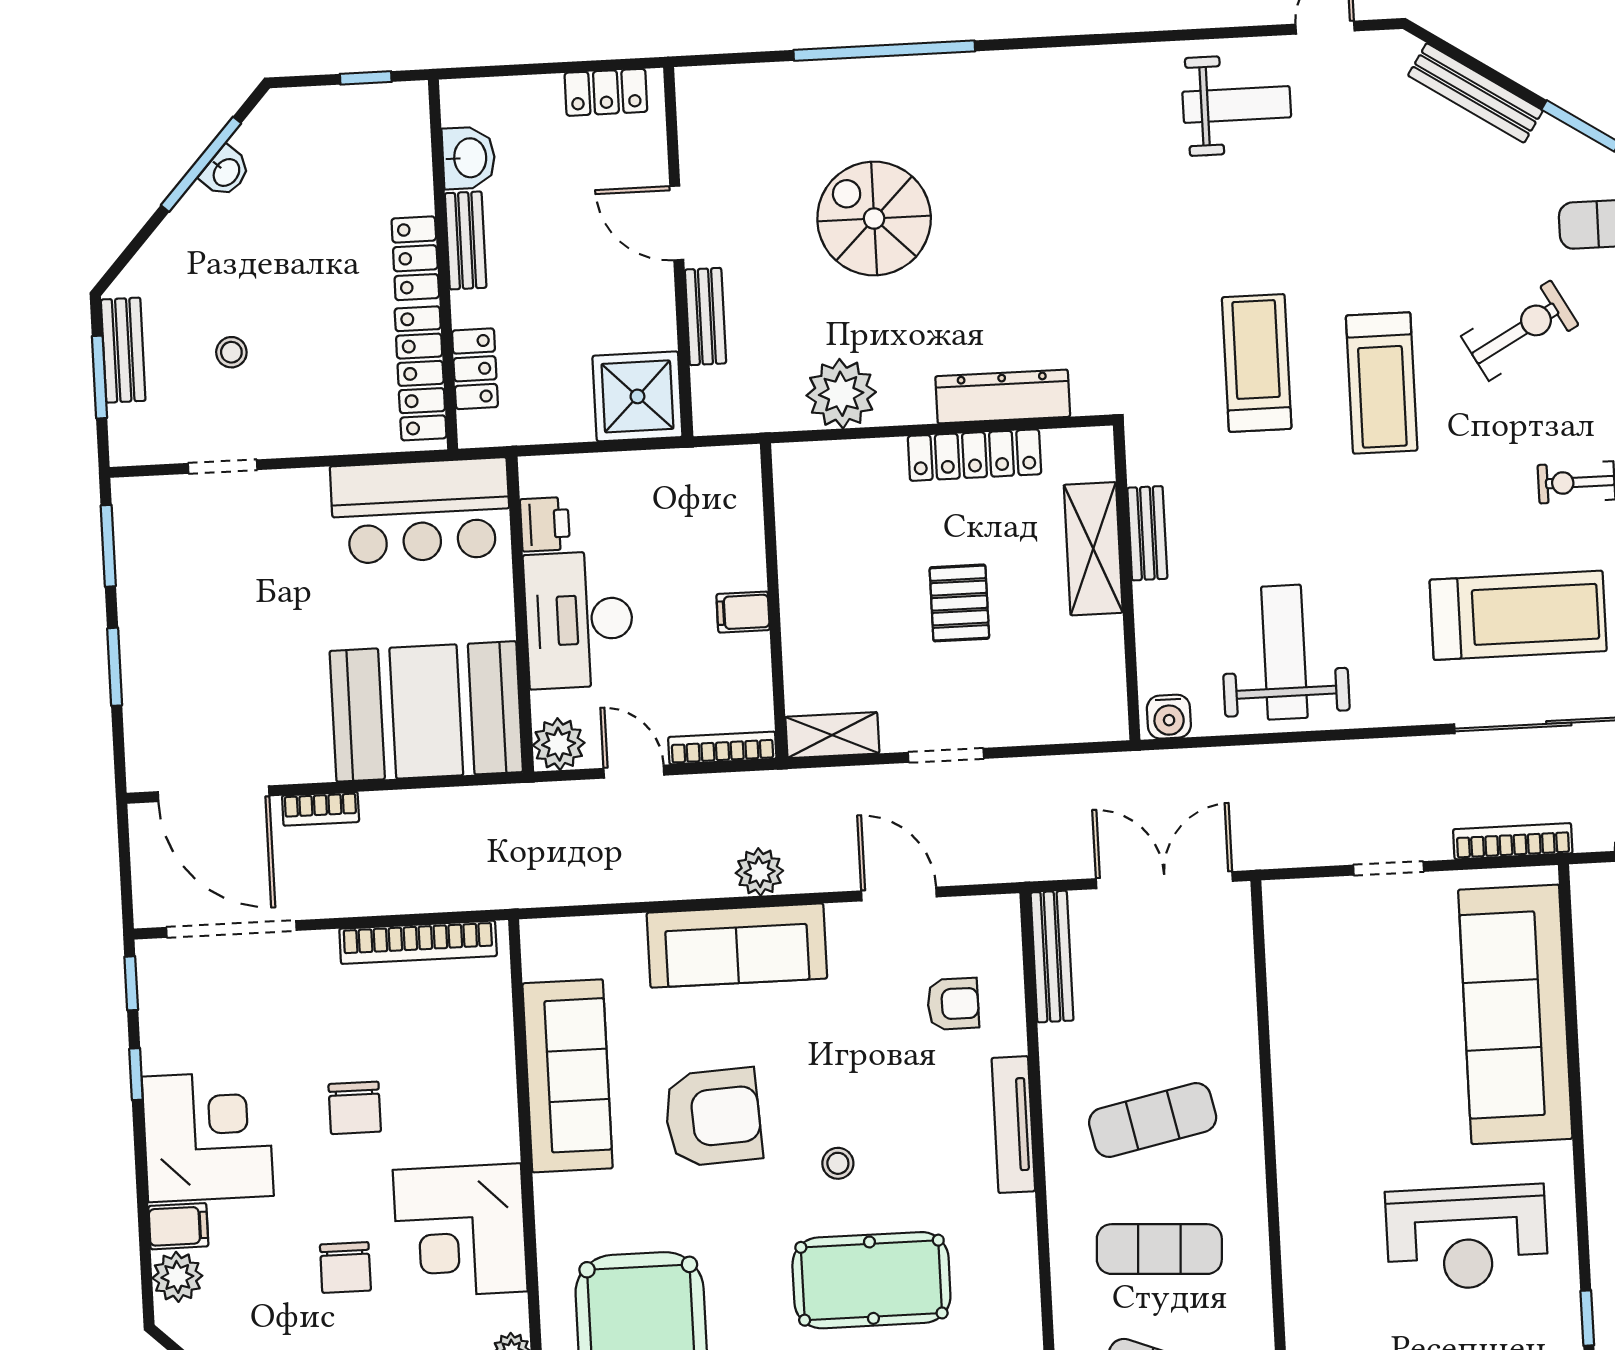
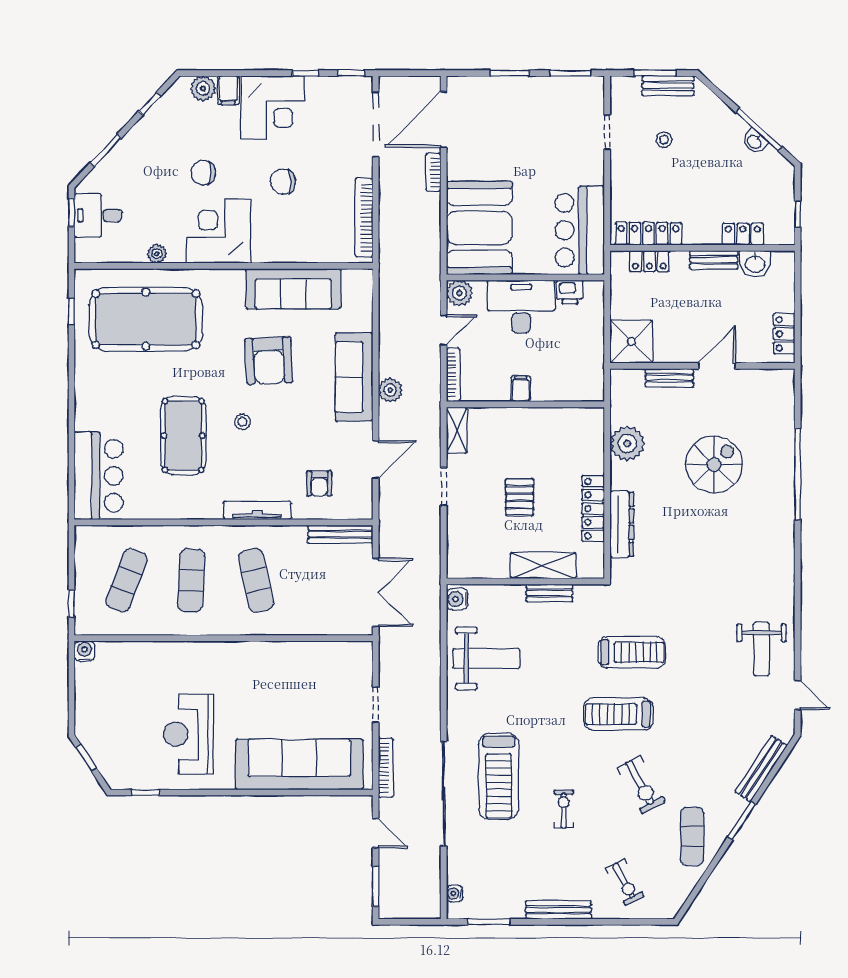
locker: (415, 258) -> (743, 234), moved
pallet: (959, 603) -> (520, 497), turned 90

